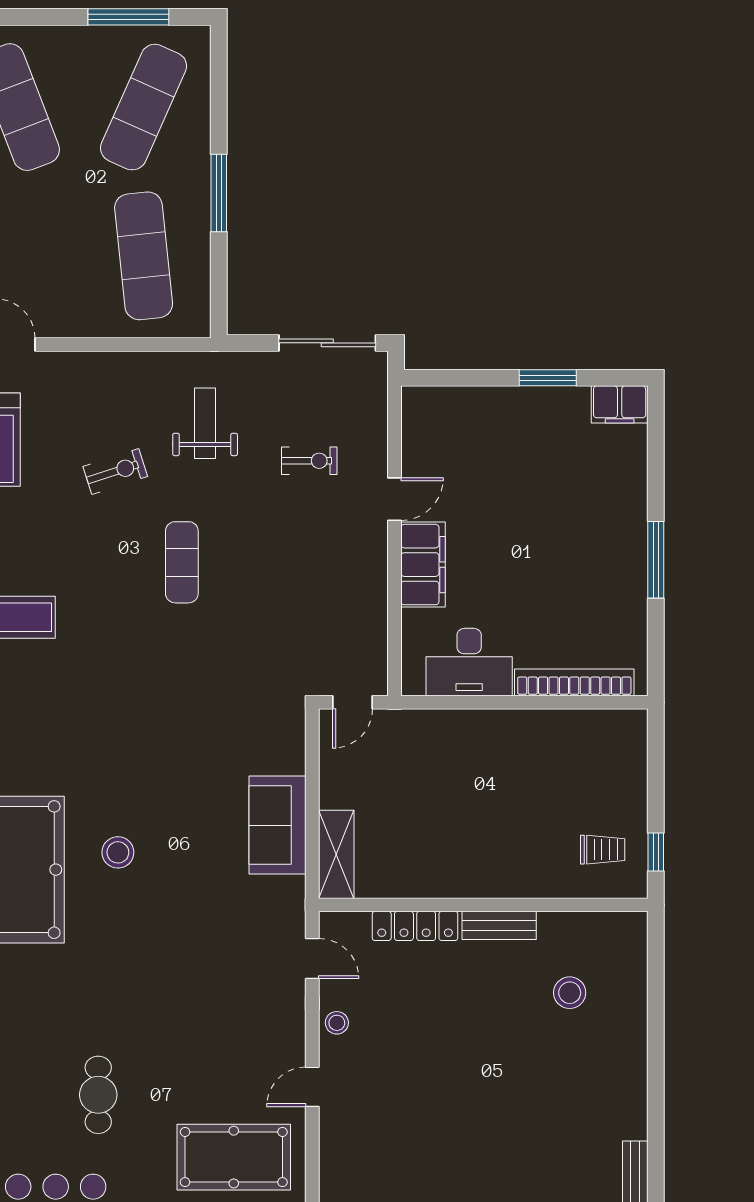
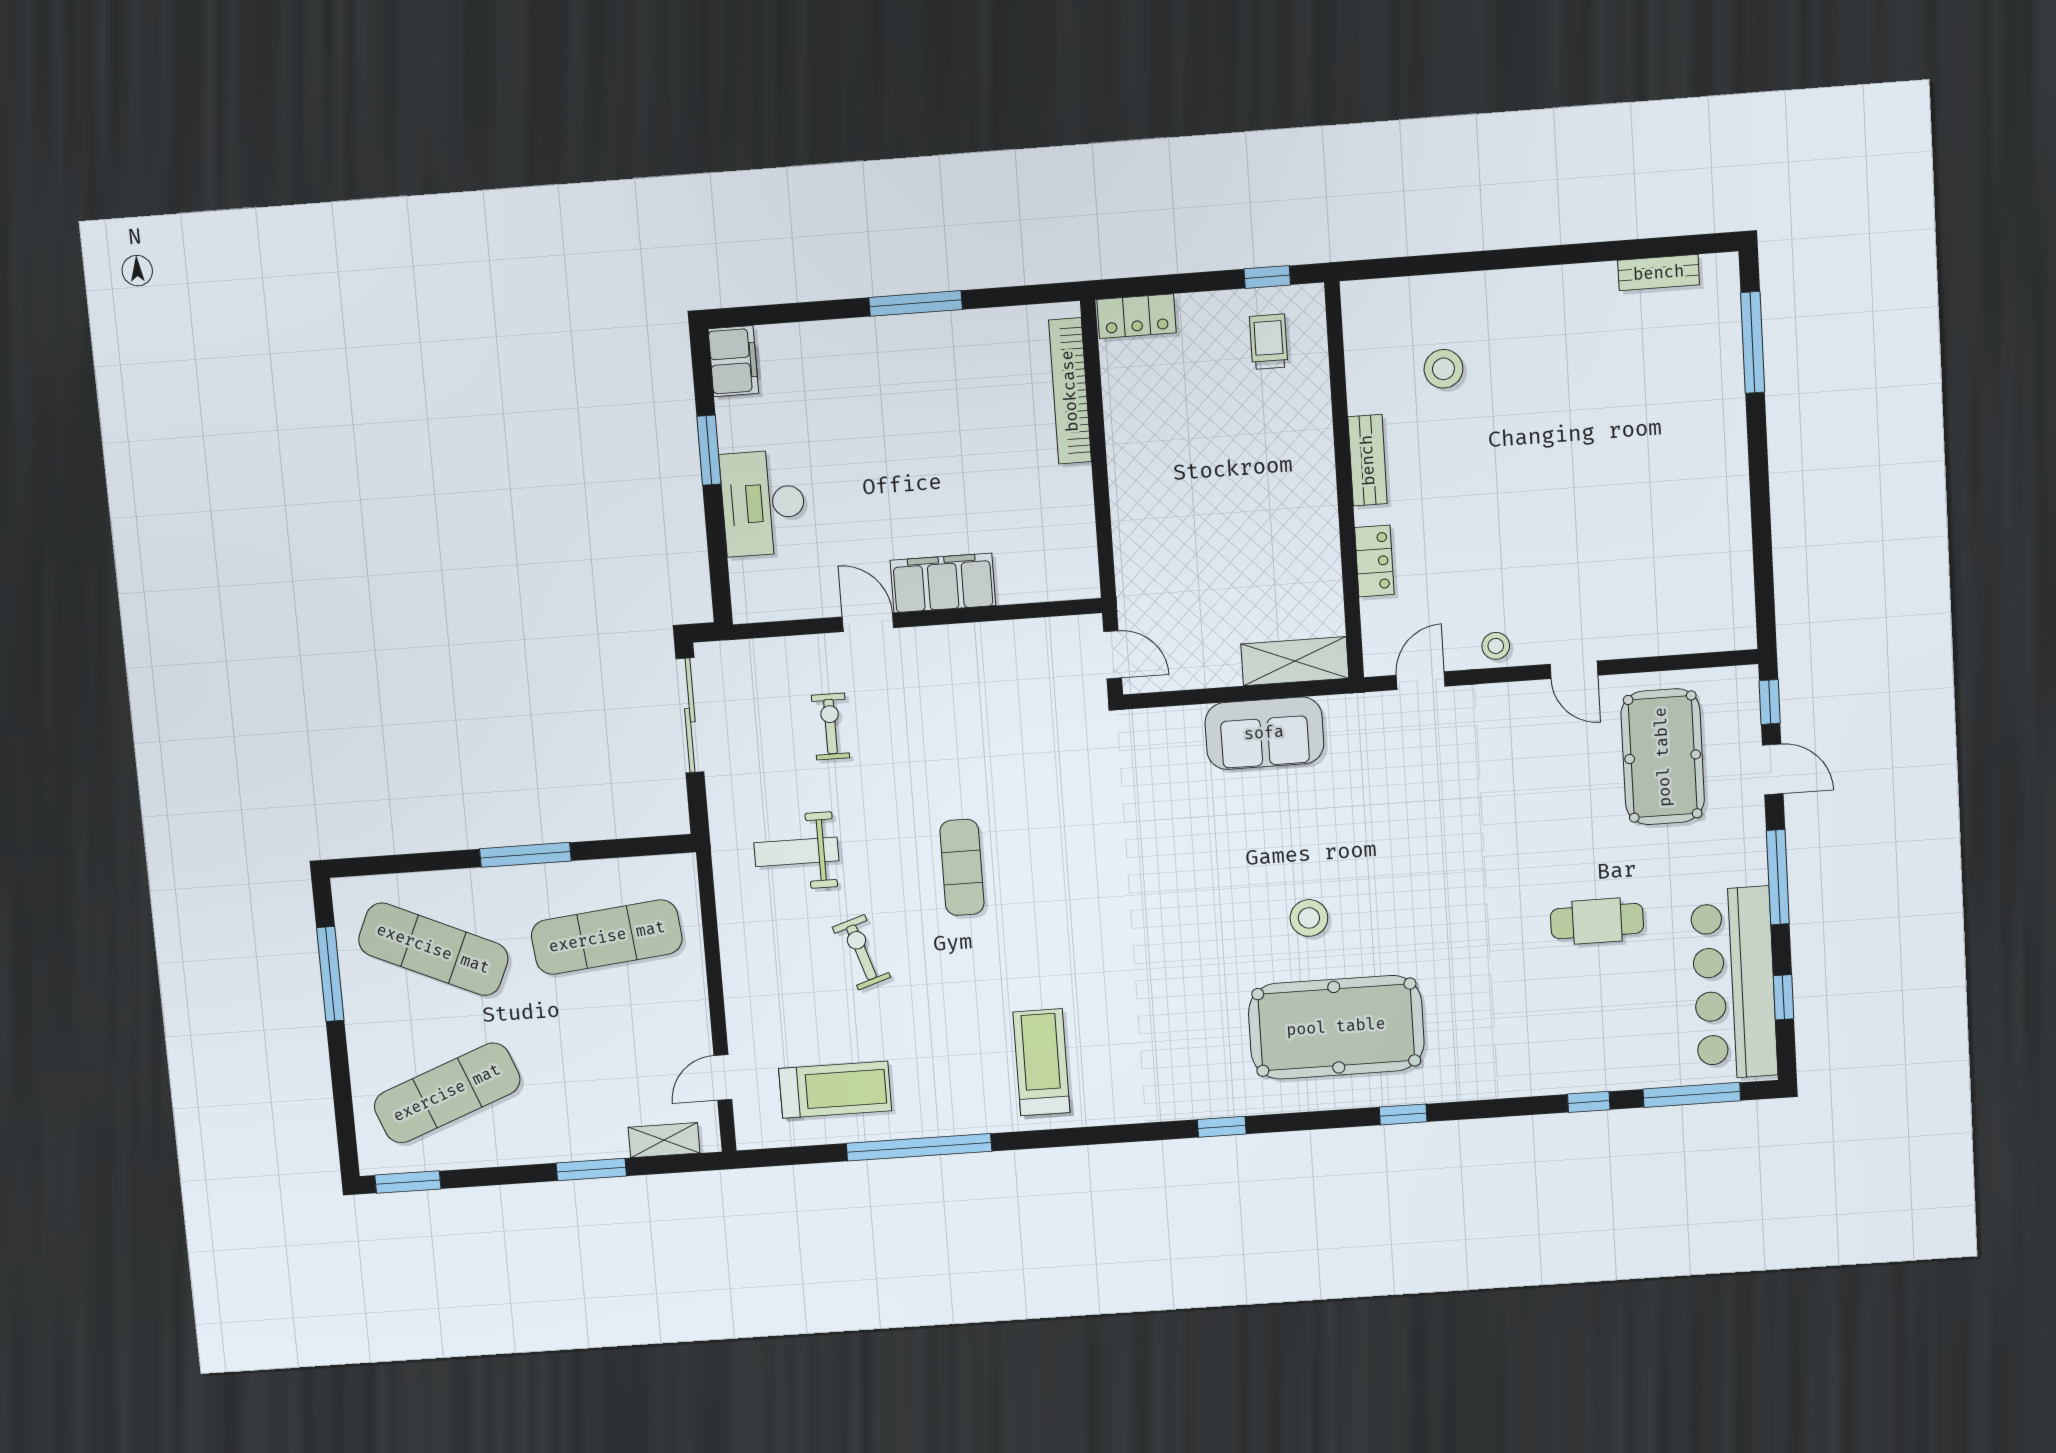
exercise mat: (182, 562) -> (962, 867), turned 90
desk: (469, 662) -> (763, 503), moved, turned 180
locker: (632, 742) -> (1136, 316), added
locker: (415, 926) -> (1374, 561), width x0.66

